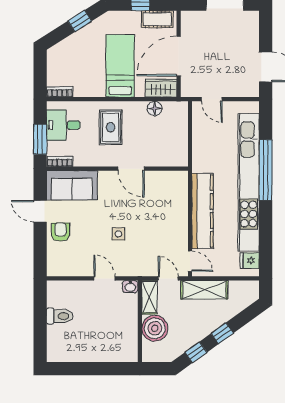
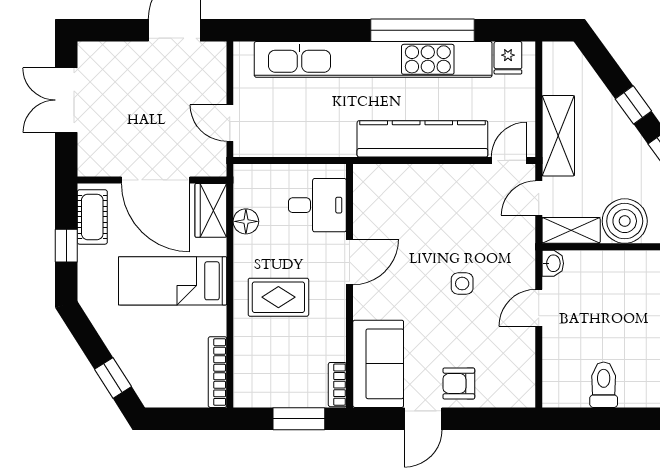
window: (80, 21) -> (113, 378), moved
bookcase: (60, 92) -> (217, 372), width x1.56
door: (212, 99) -> (230, 123), swing flipped
desk: (63, 125) -> (317, 205), moved, turned -90
window: (266, 170) -> (423, 30), moved

